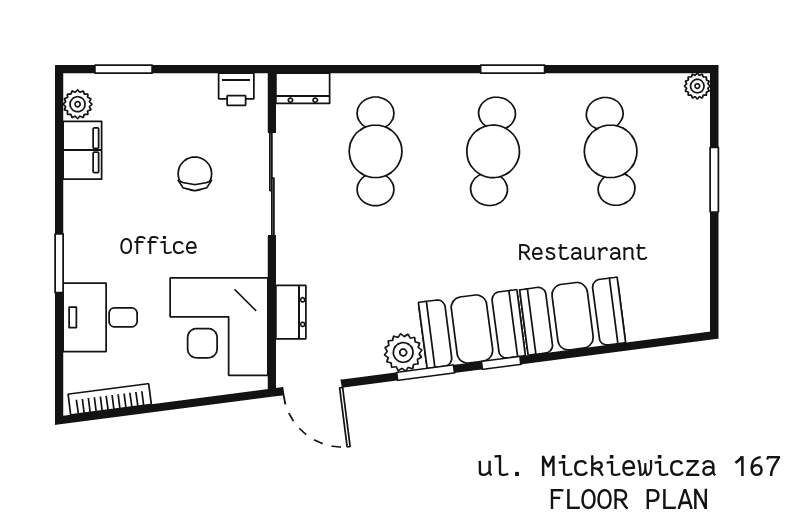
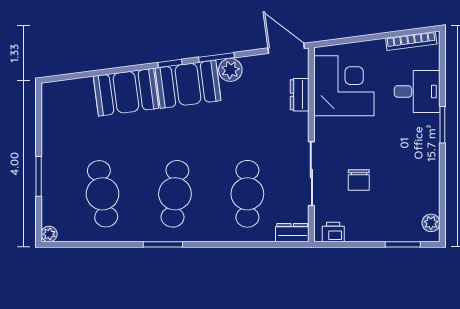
filing cabinet: (82, 150) -> (428, 194), removed

